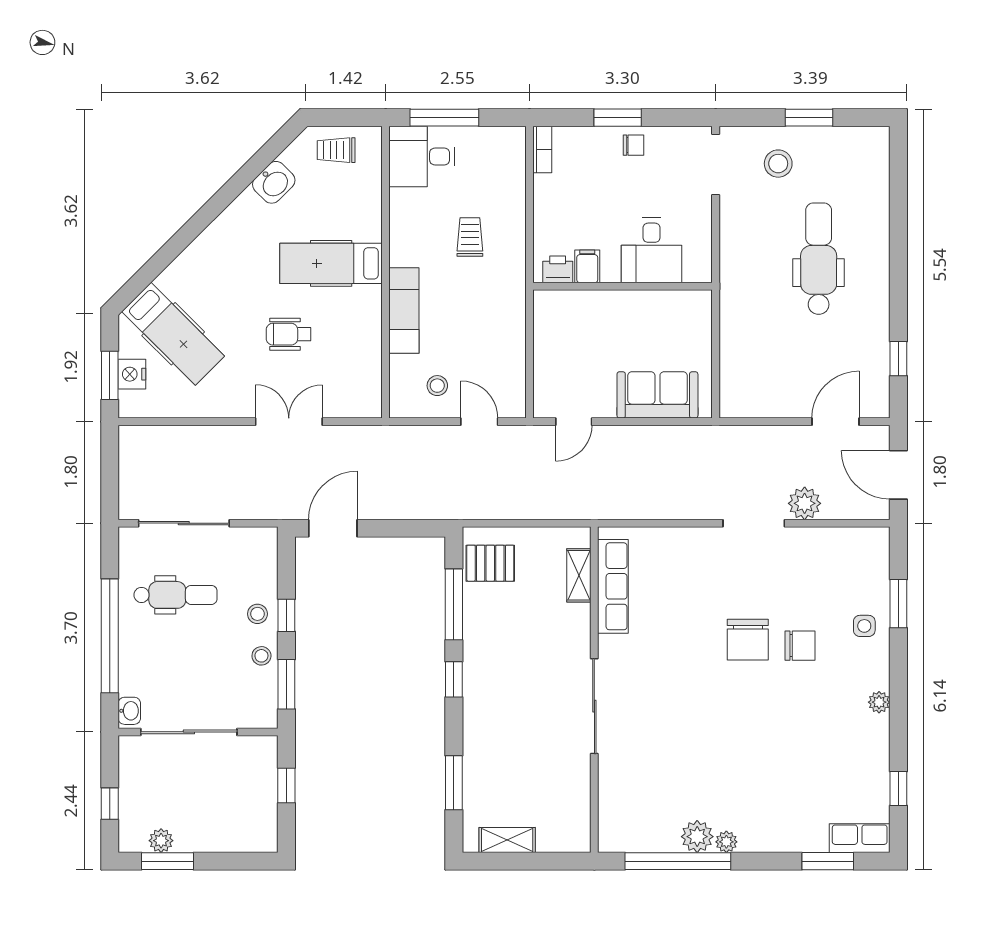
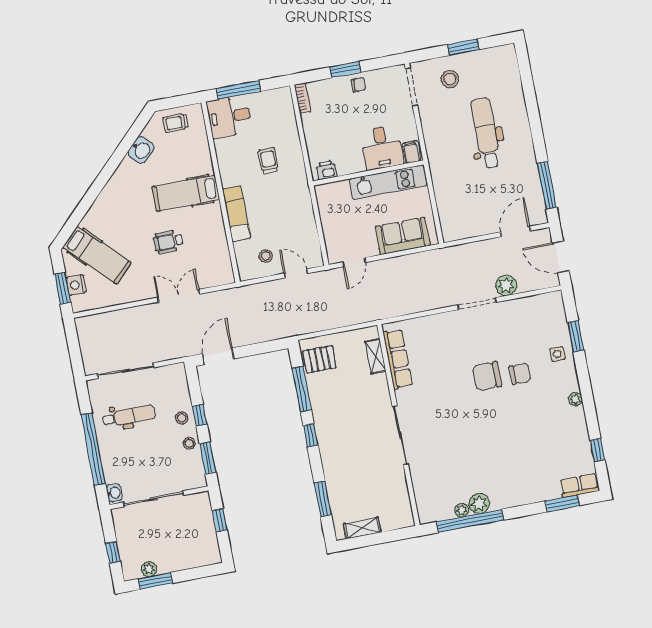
filing cabinet: (587, 266) -> (411, 152), moved
kitchen unit: (651, 307) -> (388, 182), added
window: (898, 359) -> (547, 185), width x2.17
chair: (748, 640) -> (487, 376), turned 90
plant: (726, 842) -> (462, 510), moved

